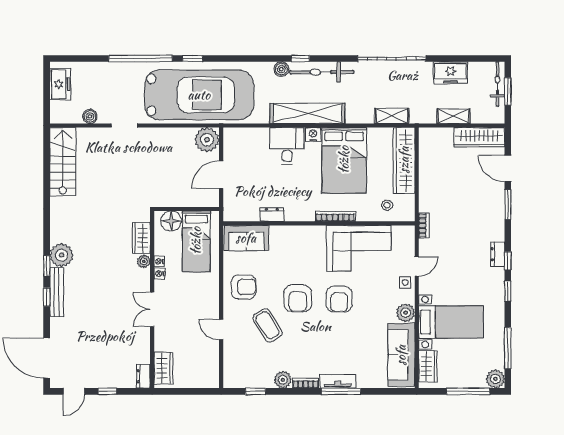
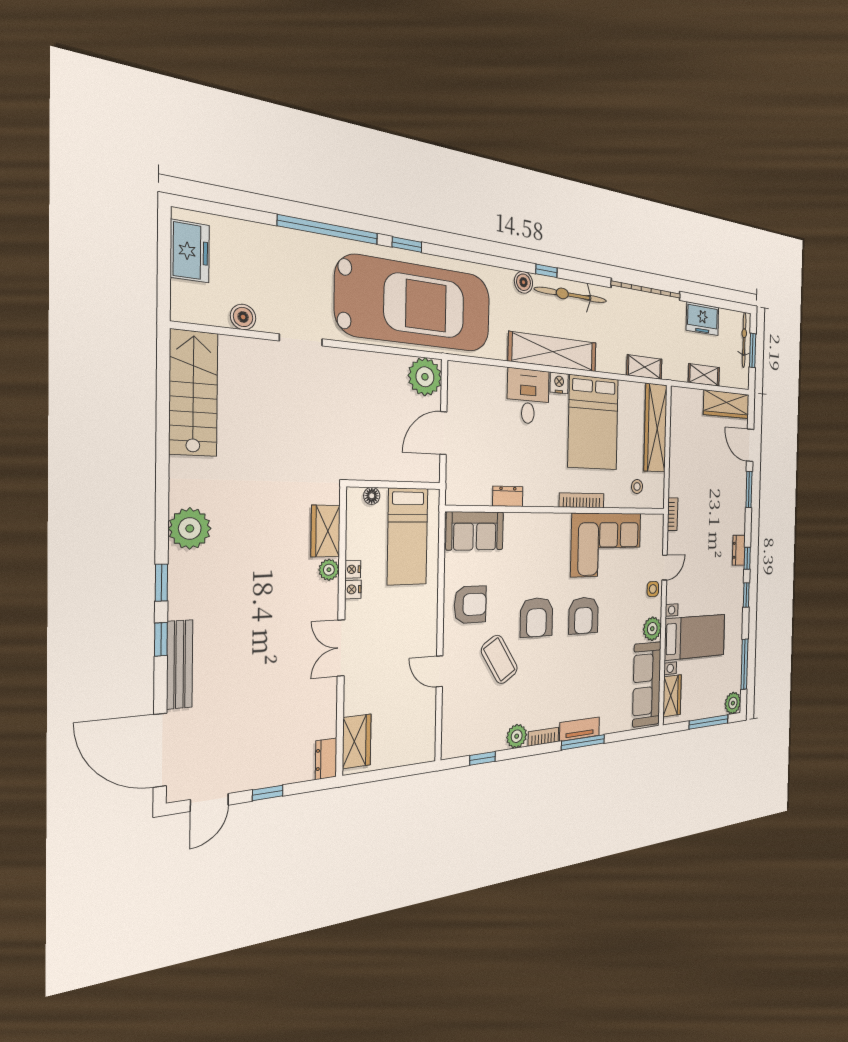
floor lamp: (171, 221) -> (372, 496), width x0.53, depth x0.53
plant: (61, 255) -> (190, 529), moved
bench: (57, 292) -> (180, 664), moved

